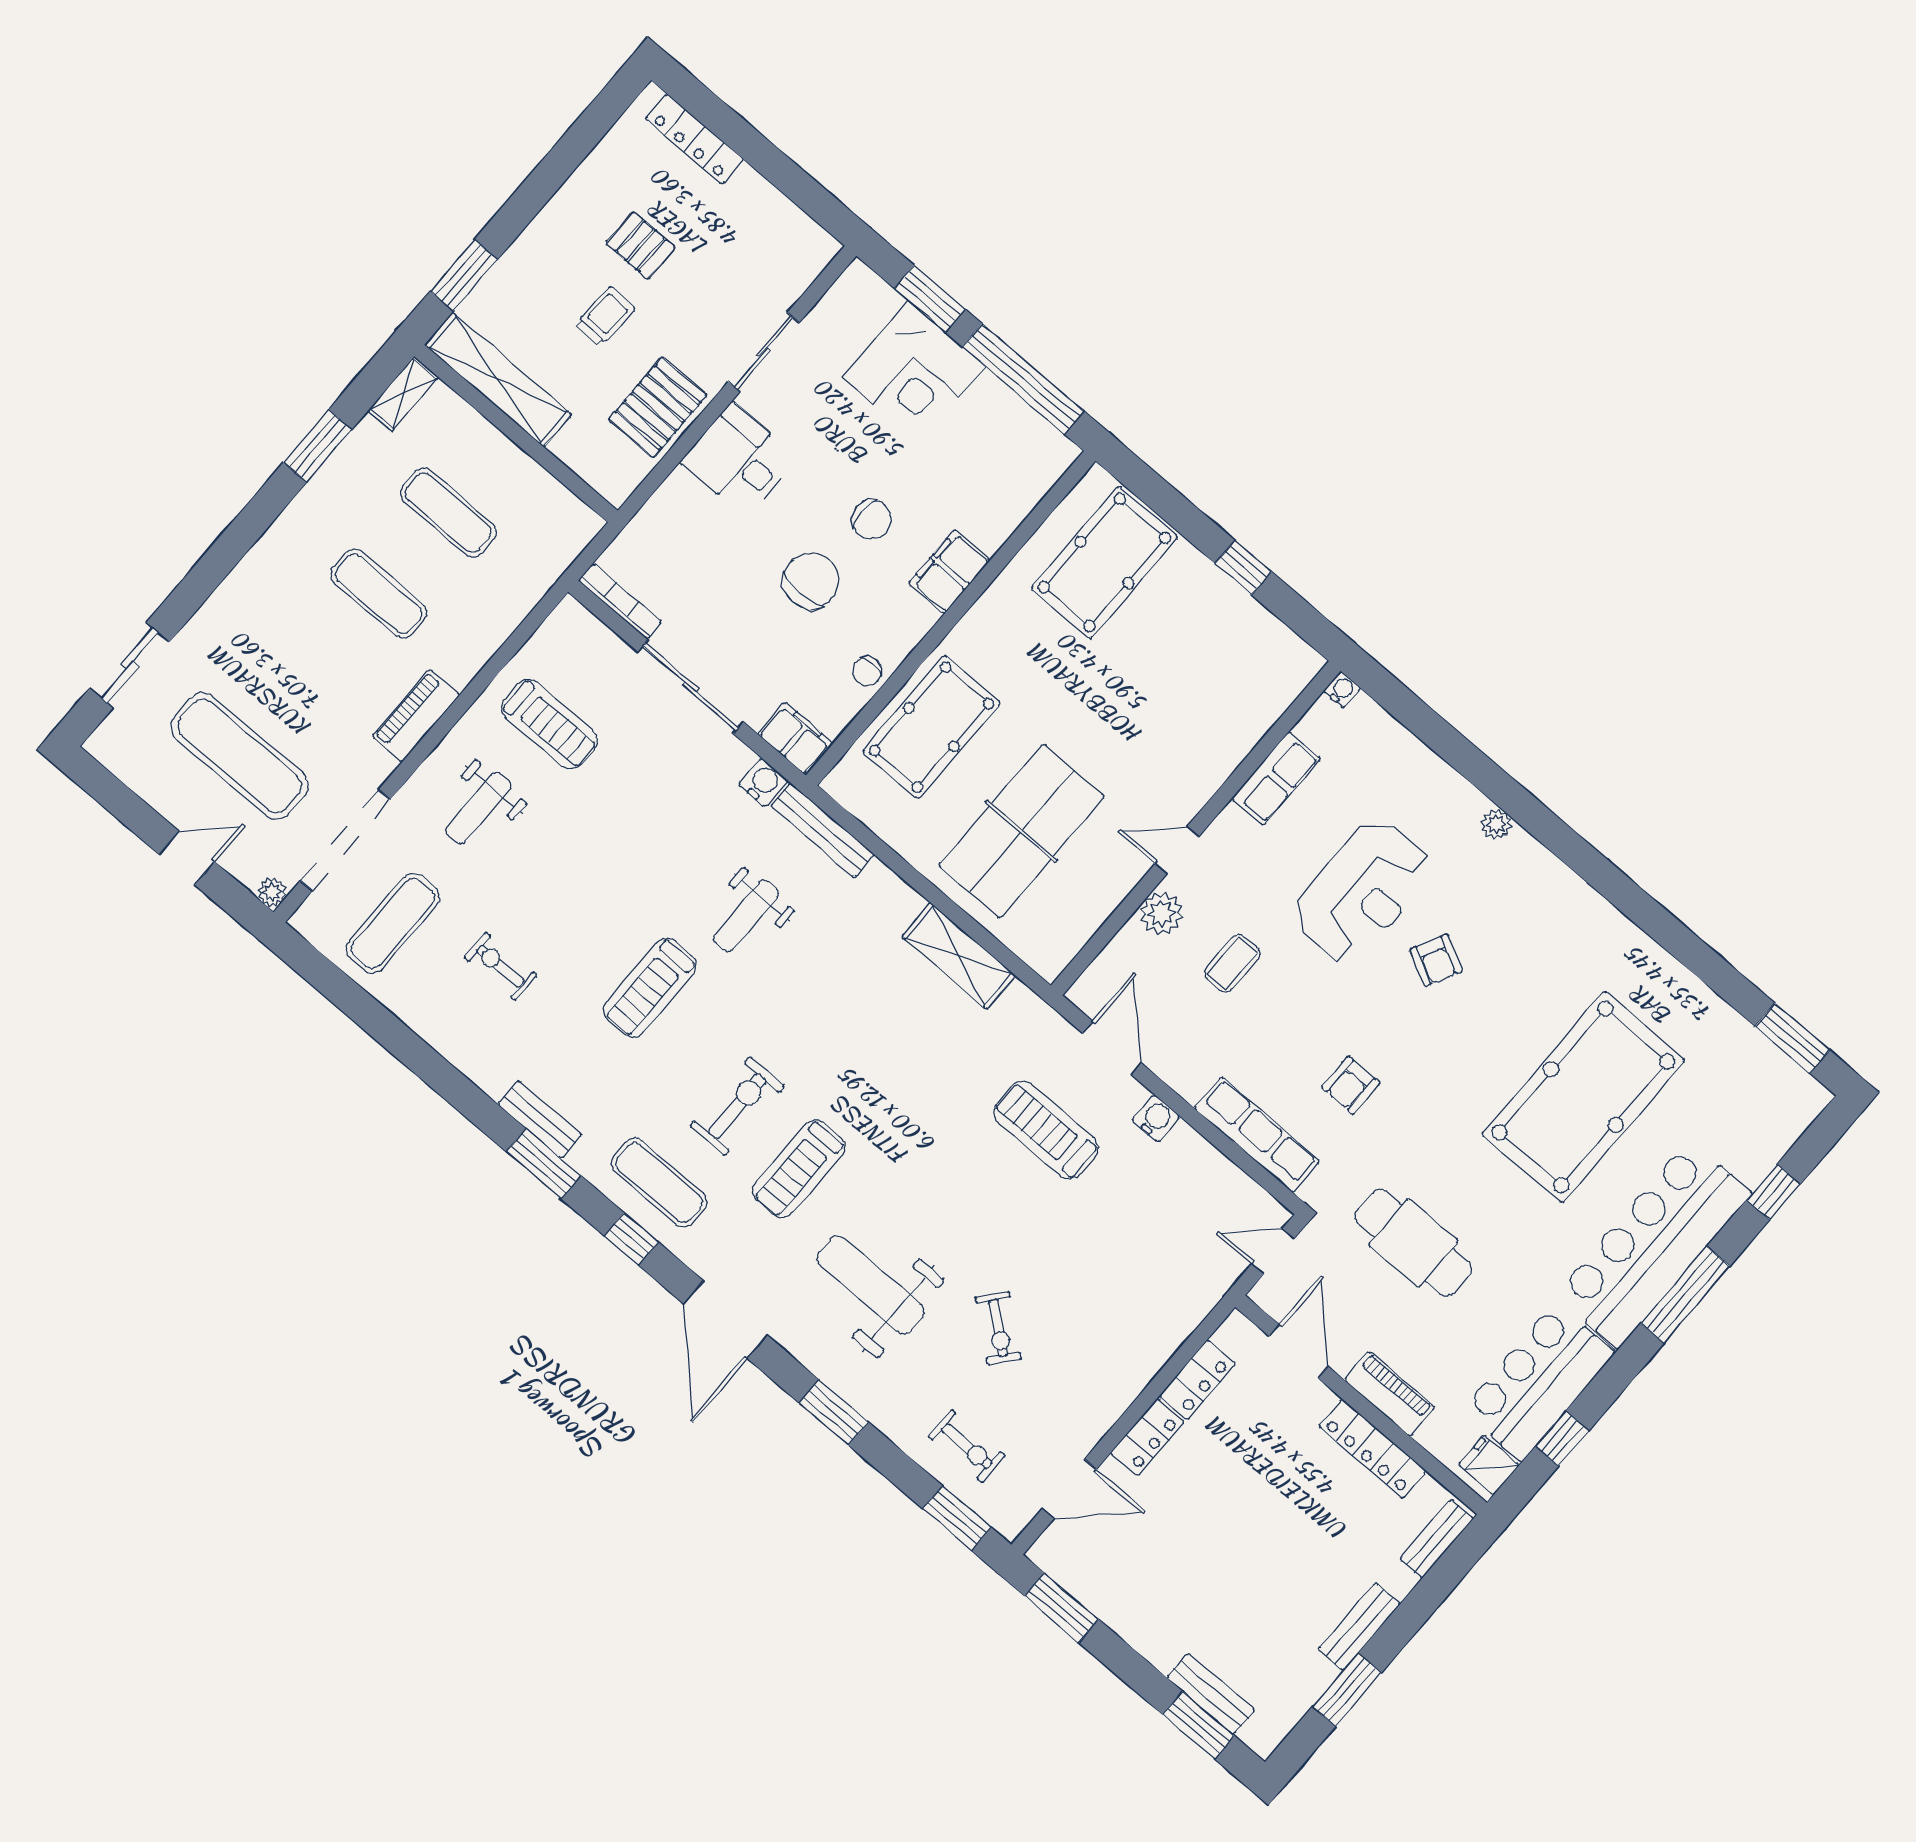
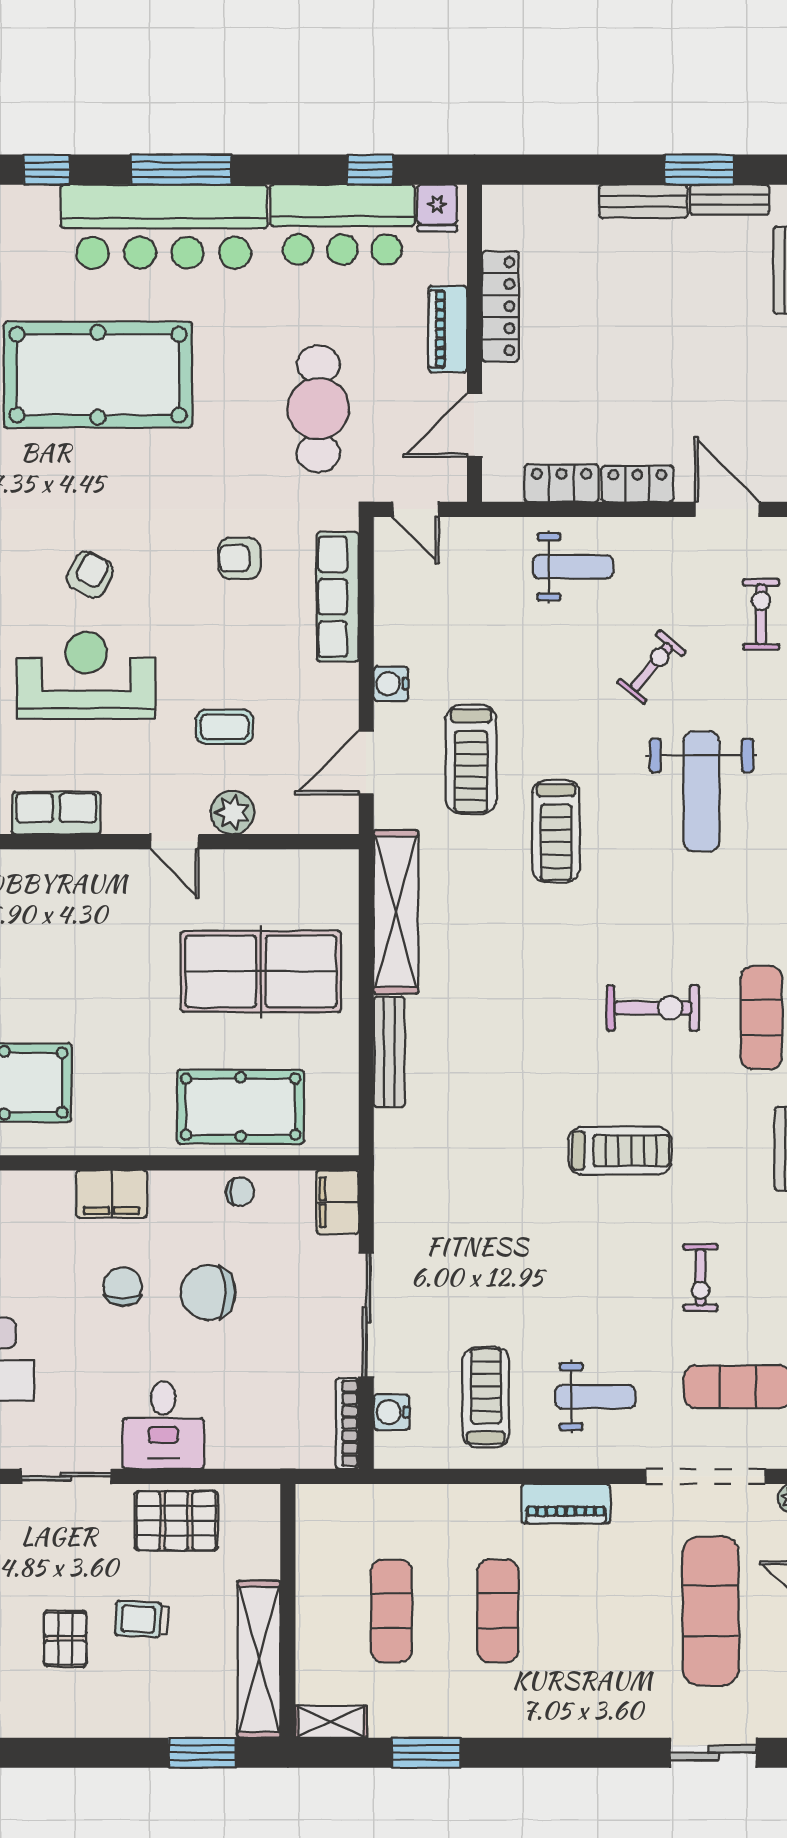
water cooler: (763, 782) -> (391, 1412), moved
bench: (823, 830) -> (389, 1052), moved
weight bench: (746, 916) -> (573, 567), moved
shelving: (959, 956) -> (396, 912), width x1.47
armchair: (1351, 1085) -> (240, 558), turned 180
exercise bike: (737, 1106) -> (653, 1008), turned 180
treadmill: (799, 1169) -> (556, 831), moved, turned 90
bench: (1437, 1539) -> (730, 200), moved

